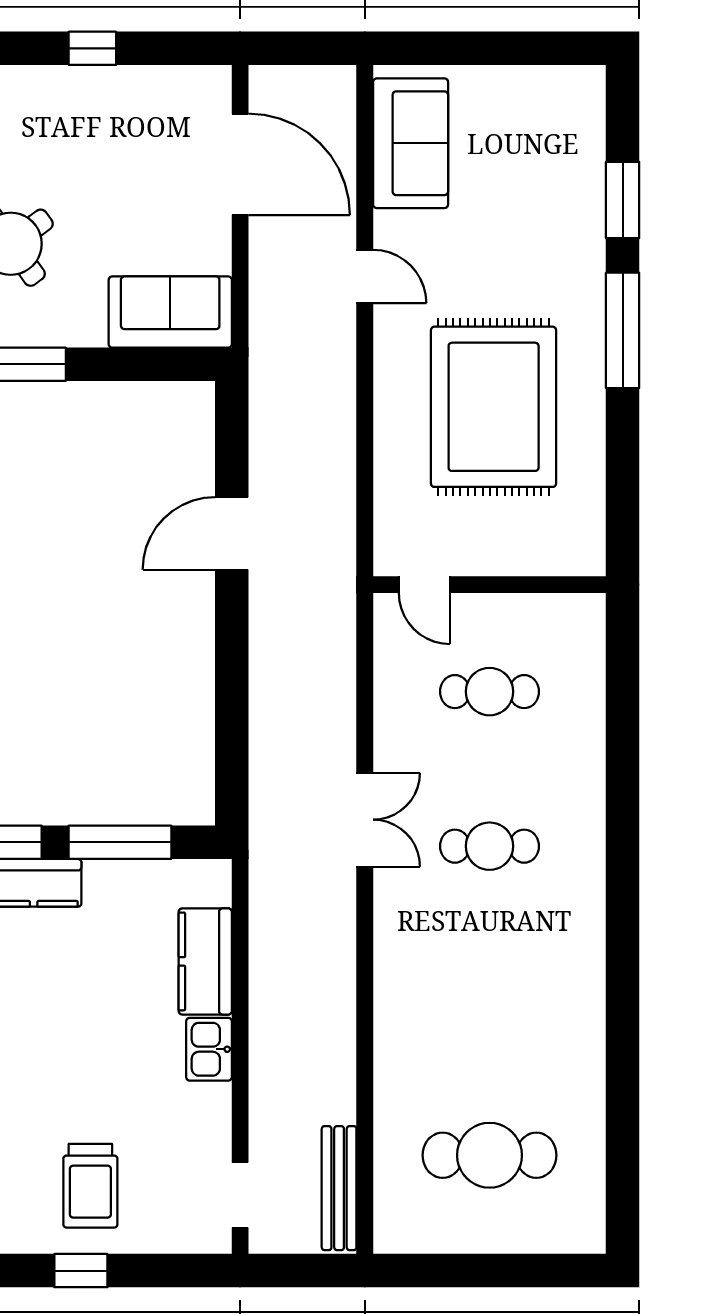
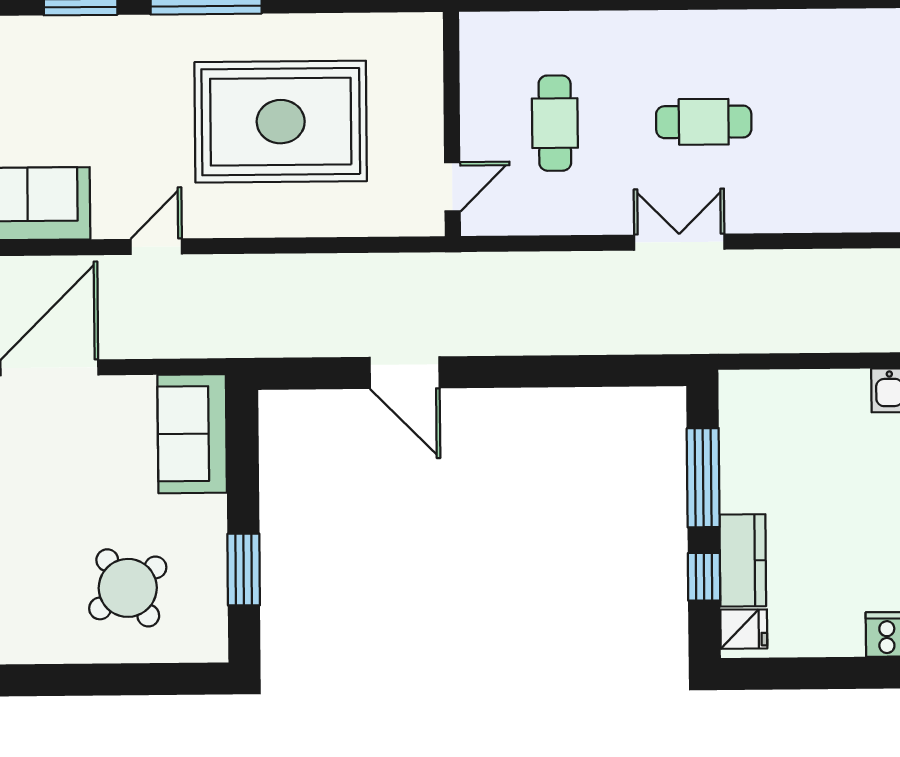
cafe table: (489, 846) -> (704, 122), turned 90
kitchen counter: (205, 961) -> (817, 395), removed

